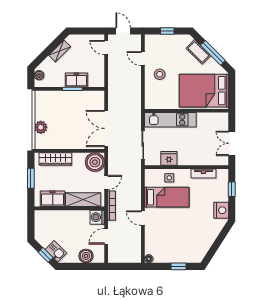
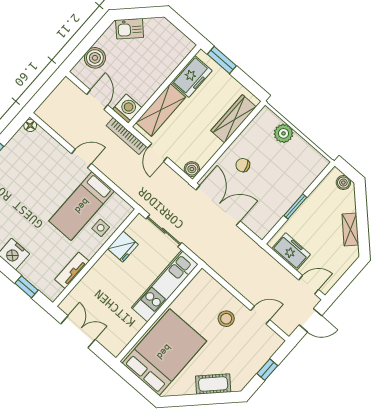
window: (213, 53) -> (198, 399), removed
freezer: (76, 80) -> (291, 252), moved, turned -90
chair: (75, 134) -> (243, 165), added
boiler: (95, 162) -> (192, 169), width x0.54, depth x0.54
window: (31, 178) -> (222, 60), moved
window: (46, 255) -> (136, 14), removed

